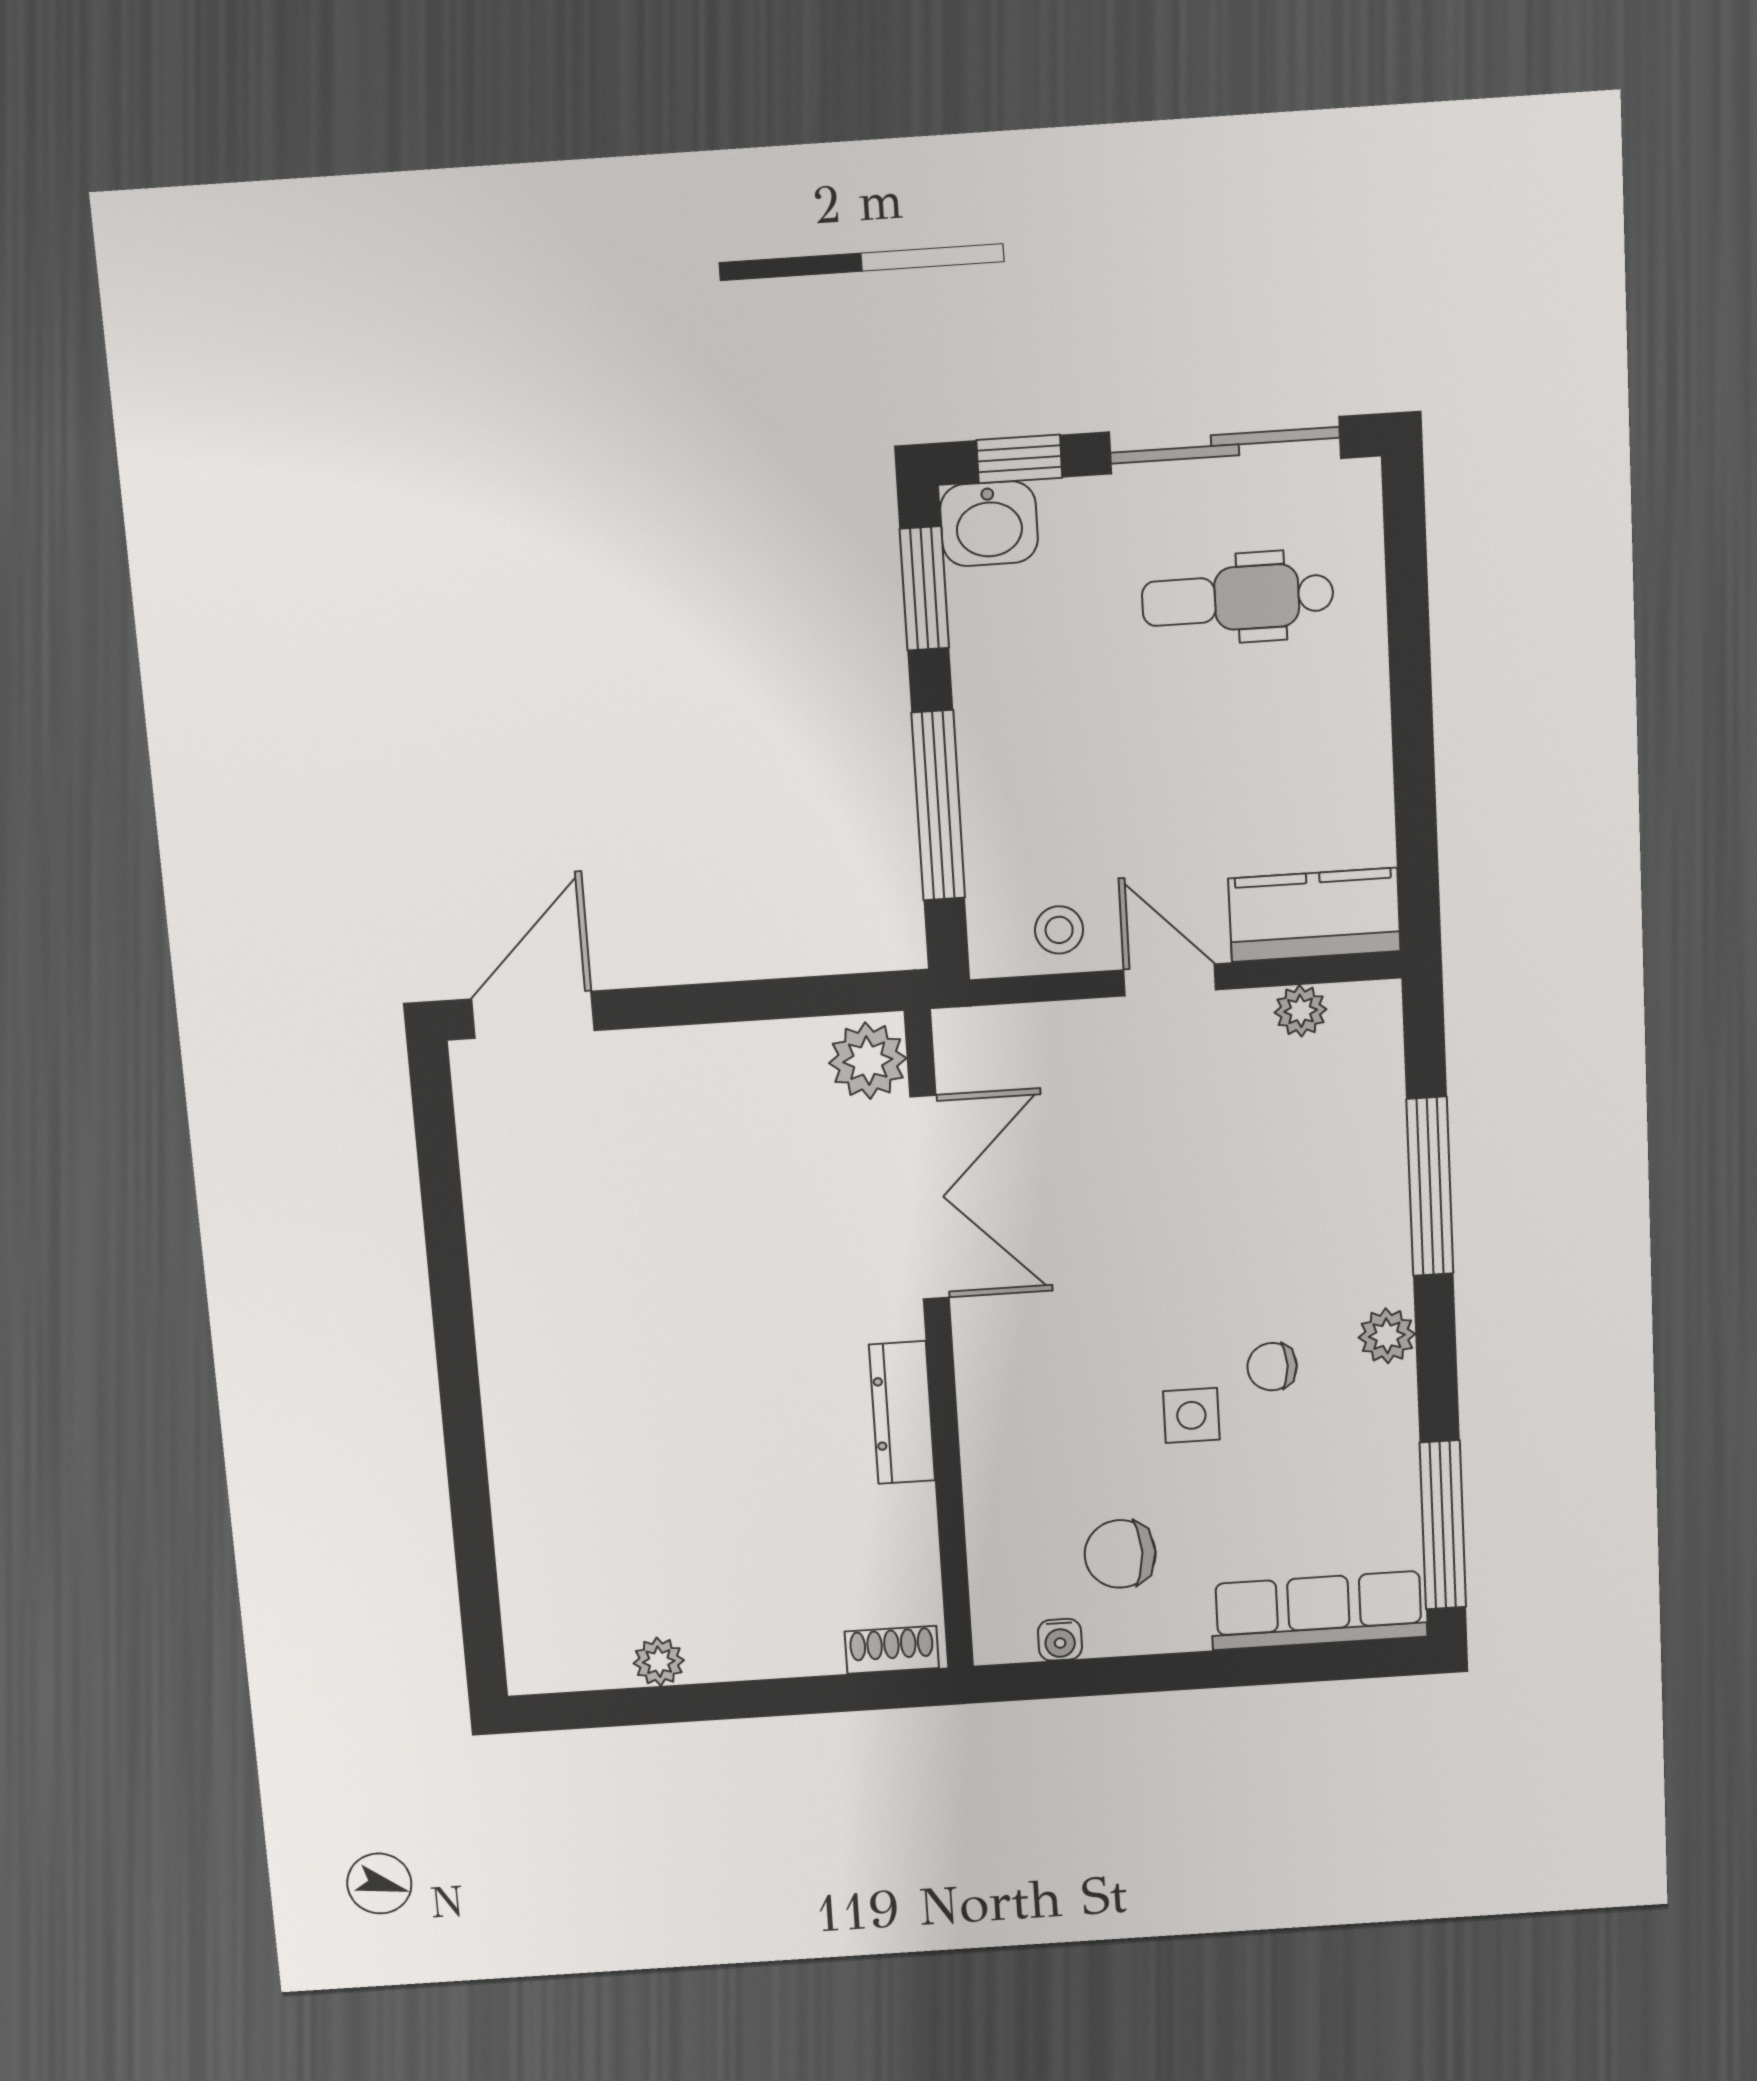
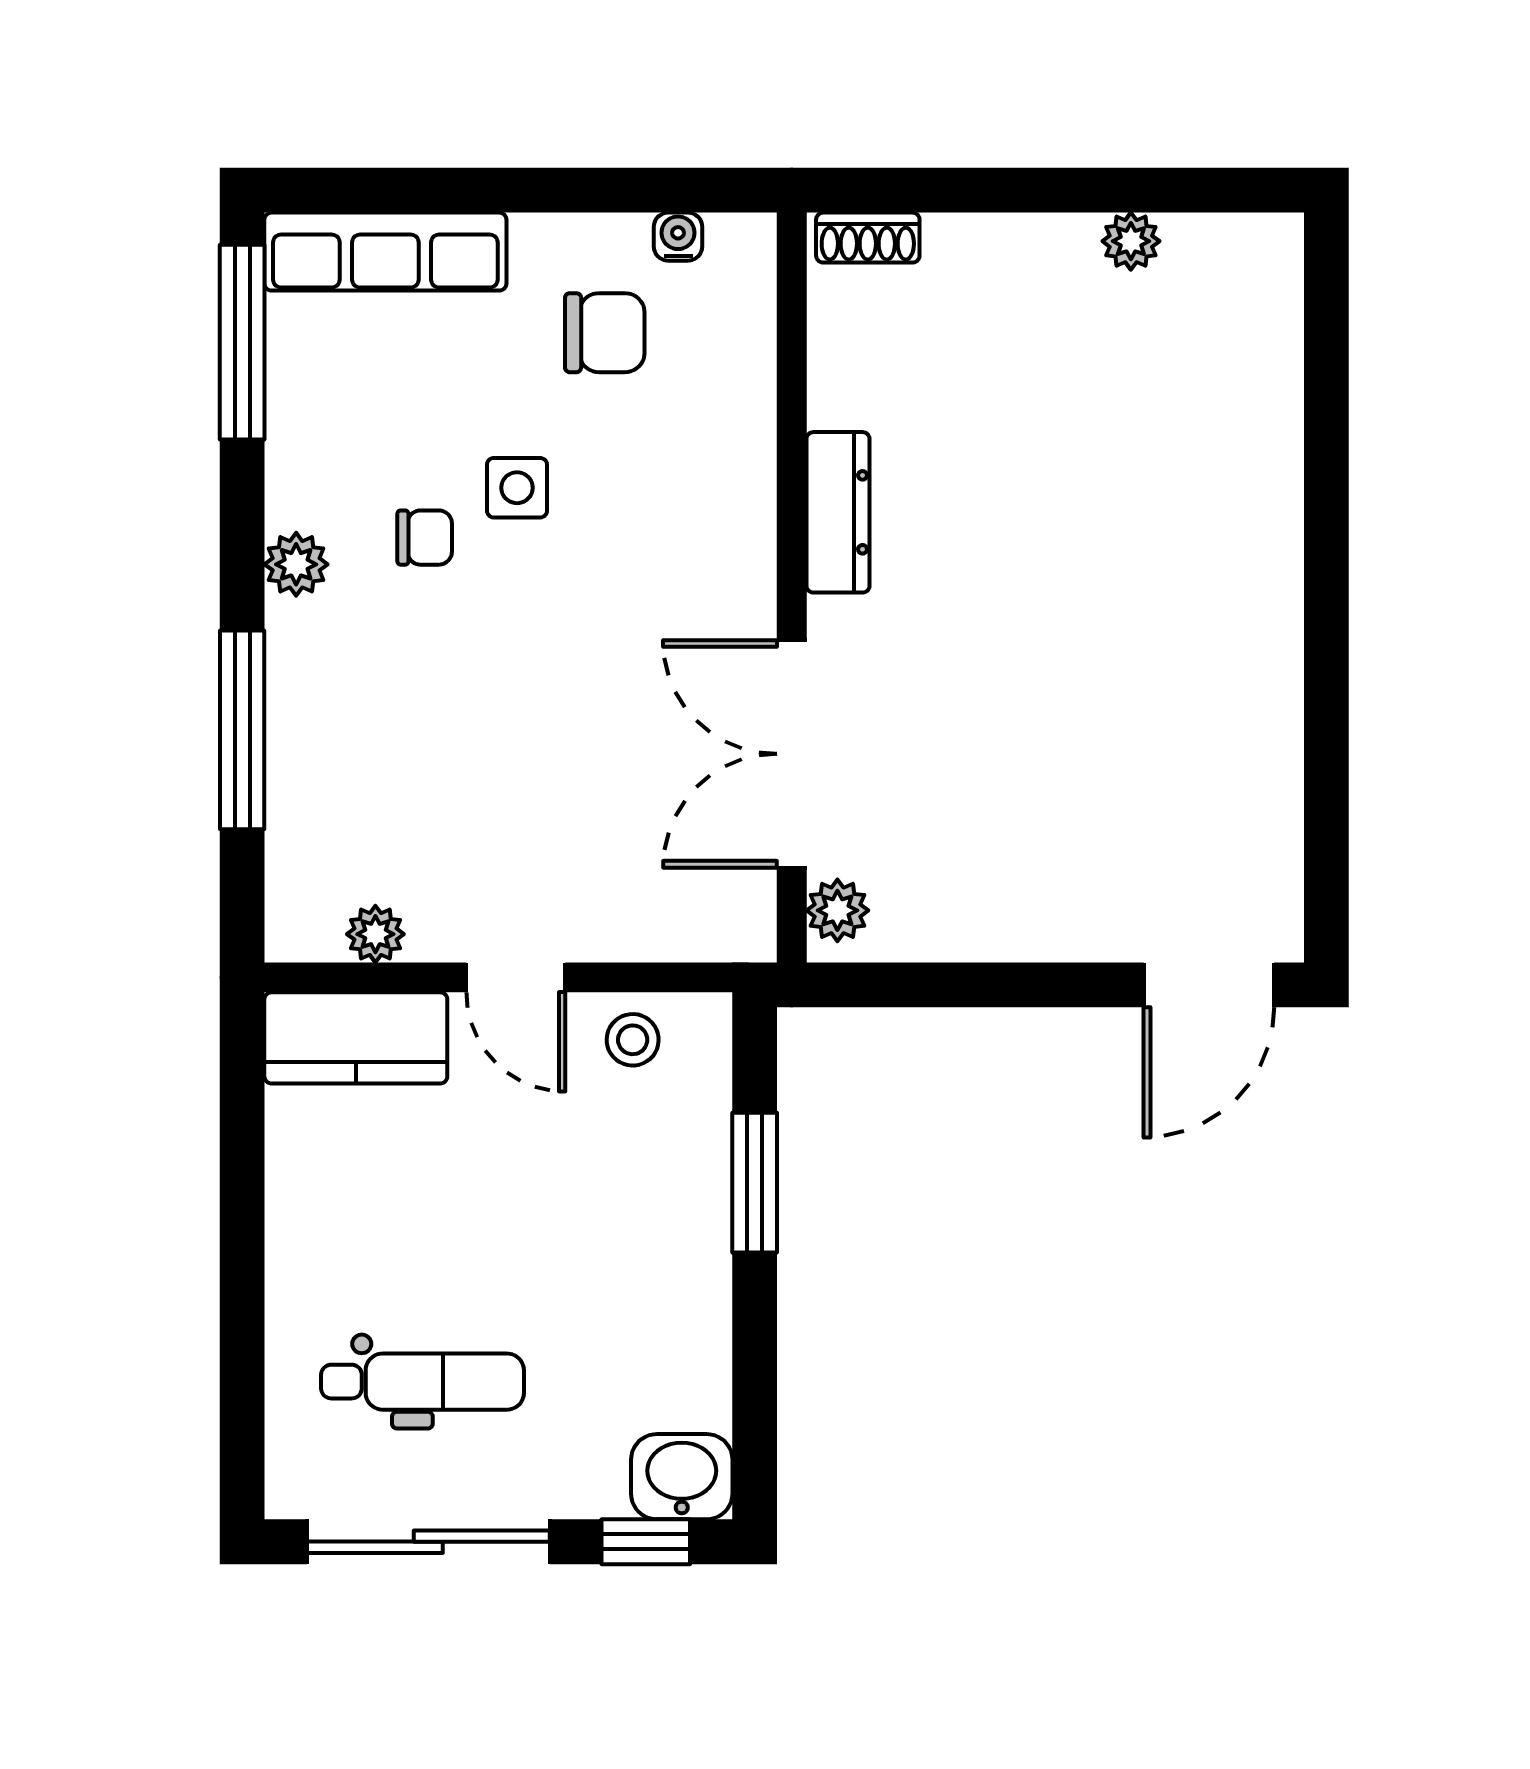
window: (924, 588) -> (755, 1414), removed
window: (938, 806) -> (755, 1183), width x0.69
plant: (868, 1061) -> (837, 910), width x0.73, depth x0.73

